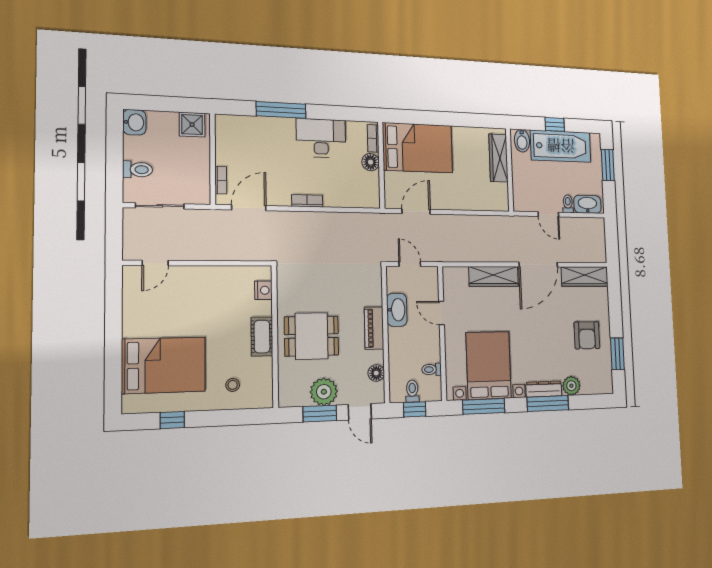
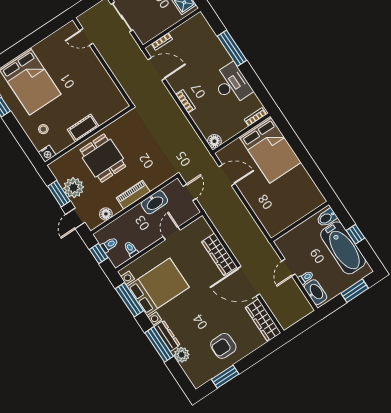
wardrobe: (499, 158) -> (303, 209), removed
floor lamp: (371, 162) -> (214, 141), moved
nightstand: (263, 290) -> (47, 154), moved

